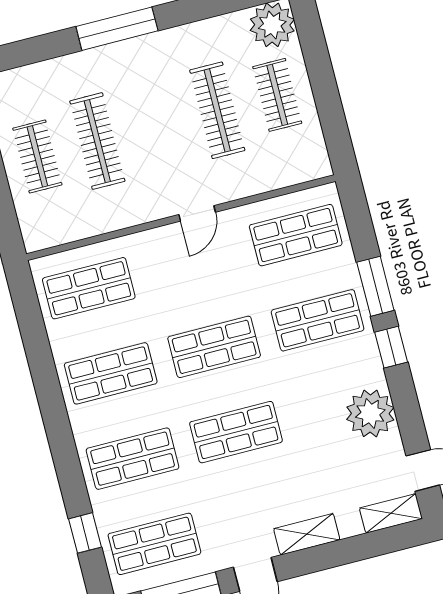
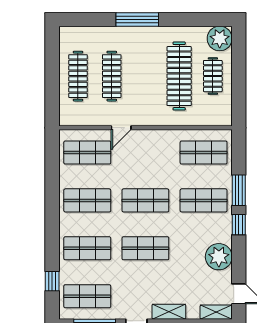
clothes rail: (217, 110) -> (179, 76), width x1.37, depth x1.31
clothes rail: (37, 156) -> (78, 76), width x1.36
door: (197, 213) -> (121, 128), moved

